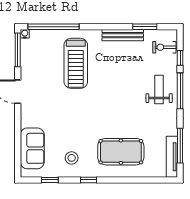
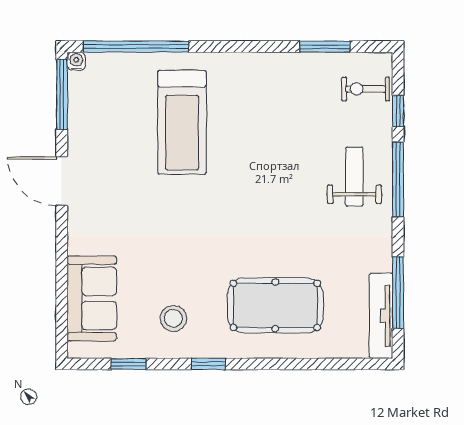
bench: (123, 35) -> (279, 64), removed

